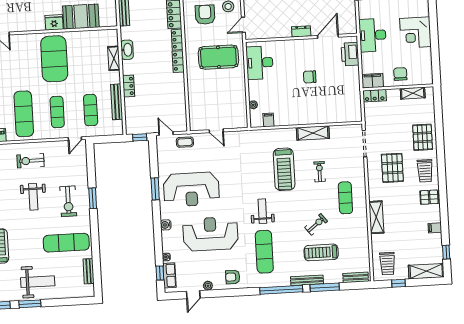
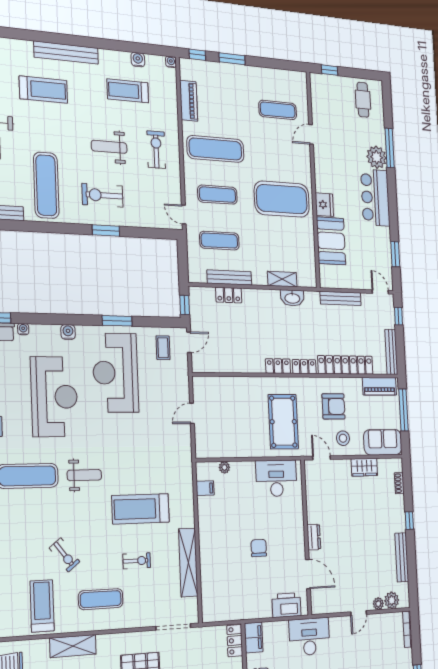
locker: (129, 86) -> (229, 295), moved
shelving: (313, 133) -> (188, 562), width x1.47
coffee table: (185, 142) -> (163, 348), moved
treadmill: (321, 252) -> (42, 606), moved

